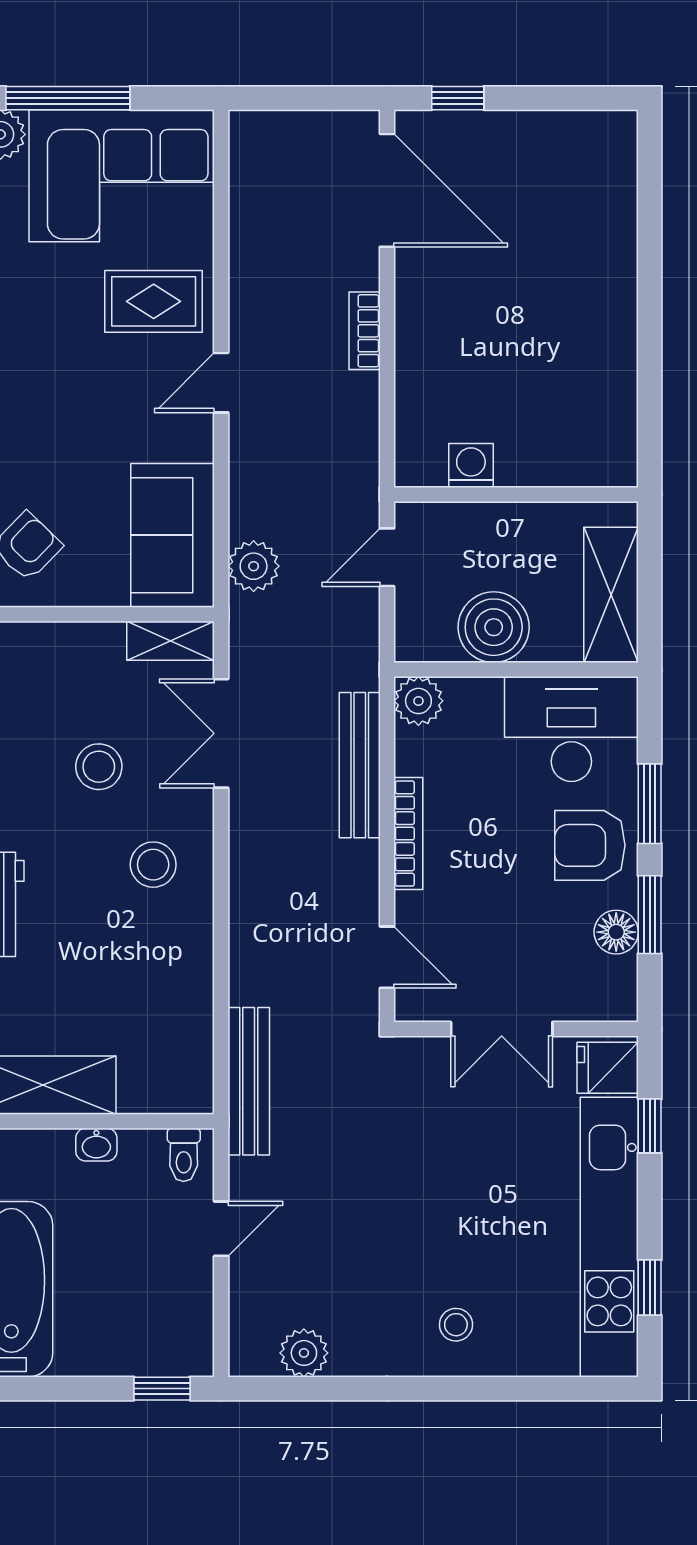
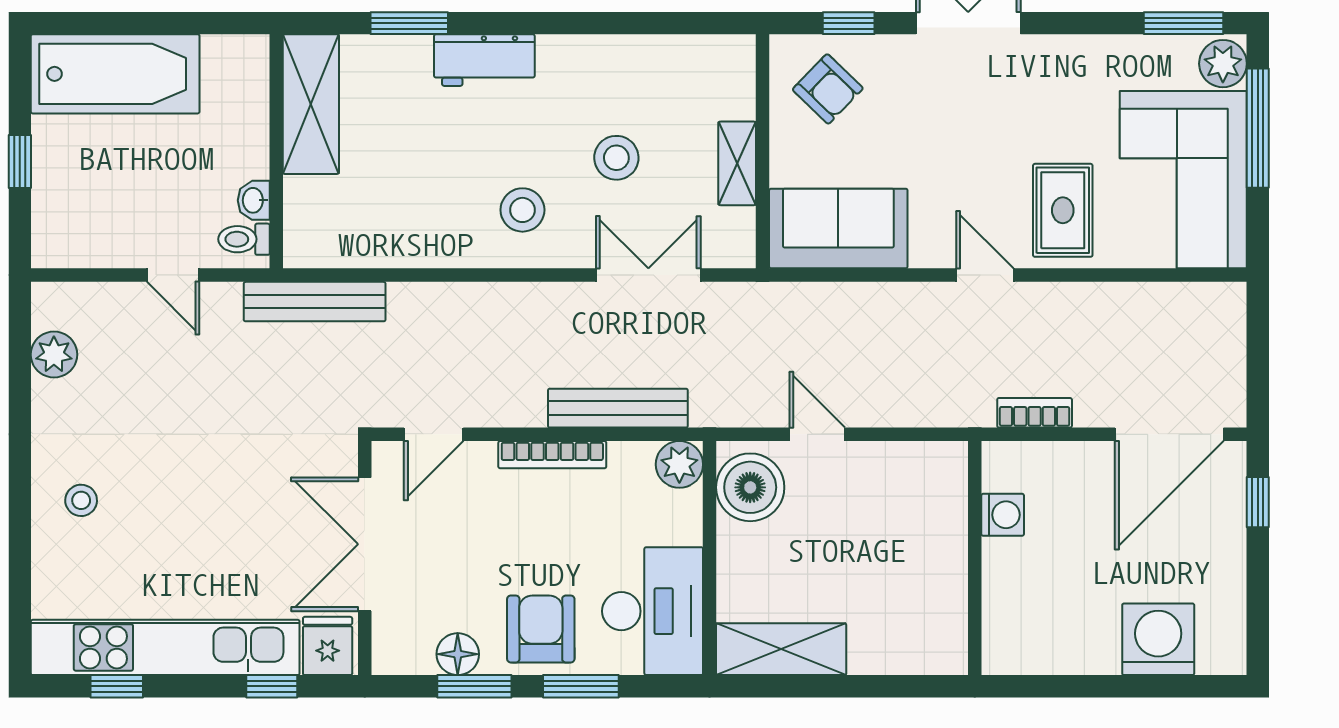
washing machine: (601, 202) -> (1158, 639), added
washing machine: (471, 465) -> (1003, 515), moved
wall: (516, 494) -> (975, 558), moved
plant: (254, 566) -> (809, 306), removed
boiler: (494, 627) -> (750, 487), moved
shelving: (171, 641) -> (737, 163), moved
double door: (502, 1029) -> (365, 544), width x1.37
washbasin: (96, 1145) -> (254, 200), moved
window: (162, 1389) -> (20, 162), moved

